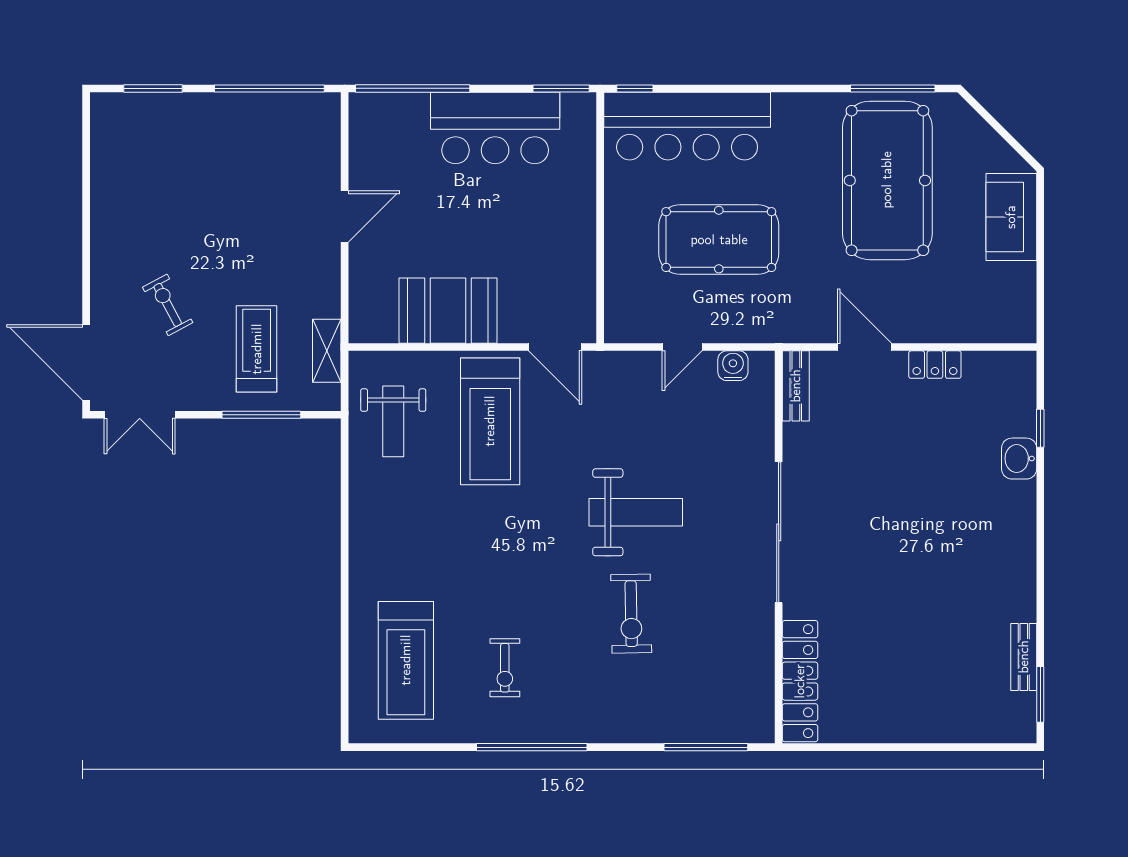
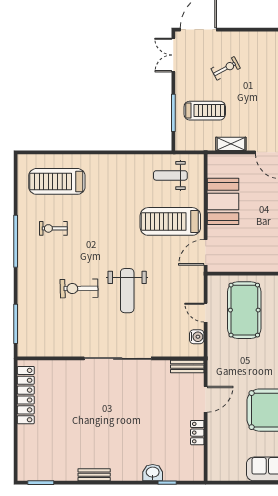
pool table: (719, 240) -> (244, 310), moved
shelving: (327, 351) -> (231, 144), moved
bench: (1024, 657) -> (94, 475), moved
locker: (800, 681) -> (26, 395), moved, turned -90

